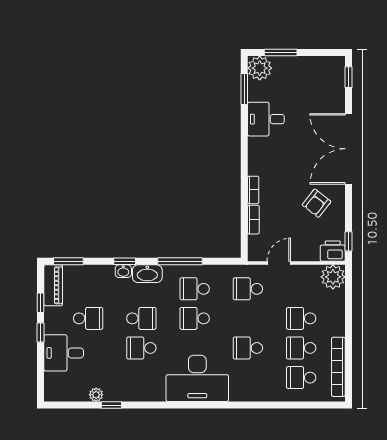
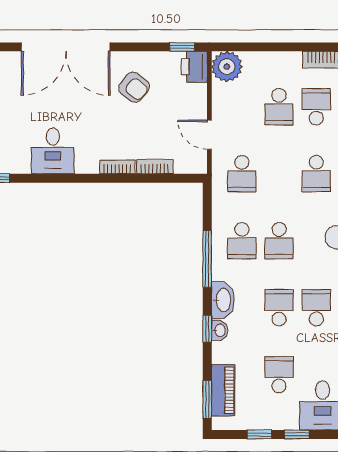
desk: (266, 119) -> (53, 151), moved
piano: (53, 285) -> (223, 390), moved, turned 90
school desk: (141, 348) -> (316, 308), turned 180
school desk: (301, 348) -> (316, 107), turned 180

